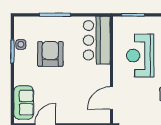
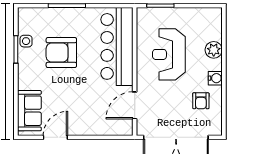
bar counter: (97, 40) -> (117, 46), width x1.36
armchair: (50, 54) -> (61, 53), turned -90

